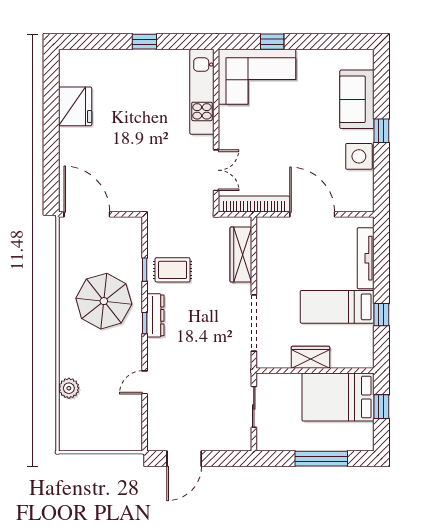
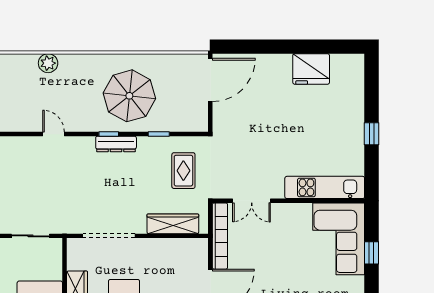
rug: (173, 270) -> (183, 171), moved

